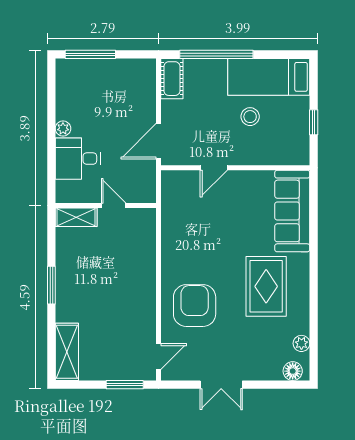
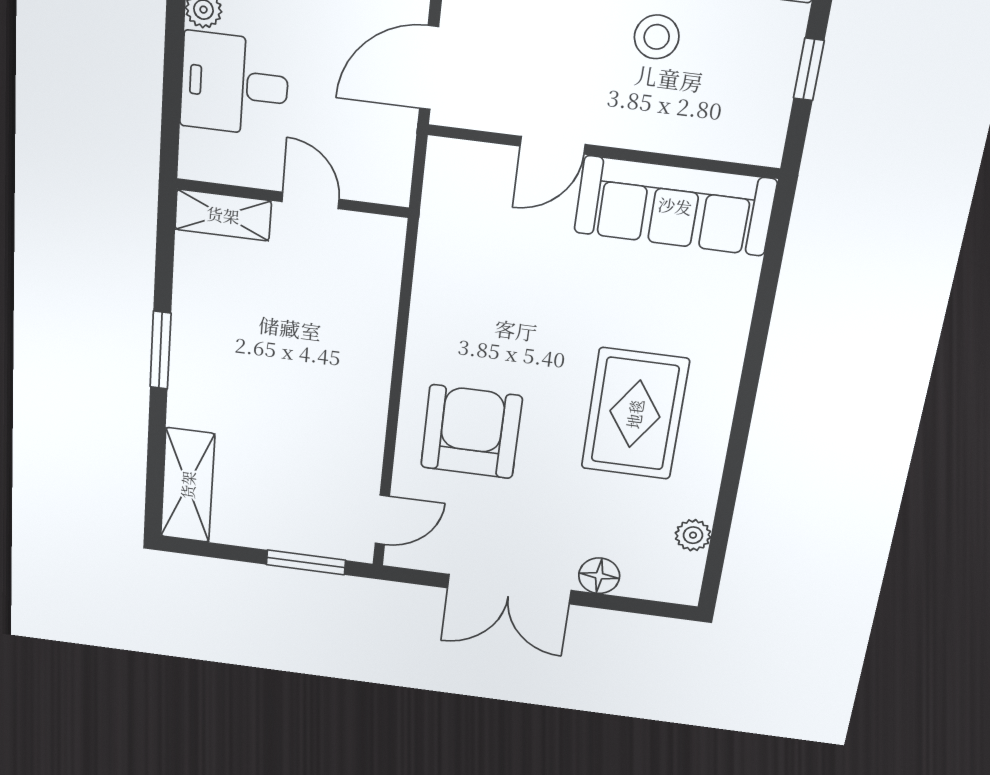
sofa: (292, 211) -> (675, 206), moved, turned -90
floor lamp: (293, 371) -> (599, 576), moved
double door: (221, 385) -> (509, 589), width x1.37

